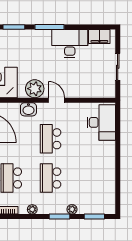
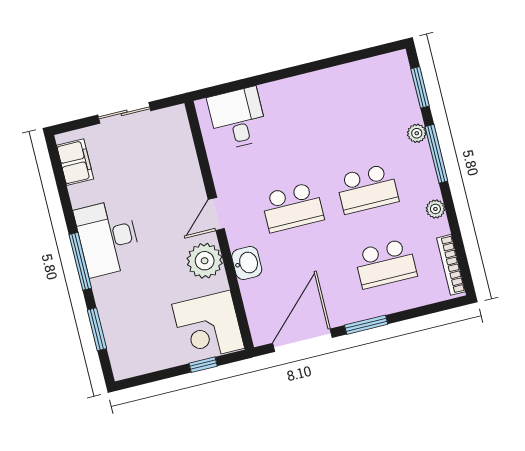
desk: (70, 43) -> (108, 238), moved
desk: (101, 122) -> (238, 118), width x0.73
window: (59, 217) -> (436, 154), width x1.44

